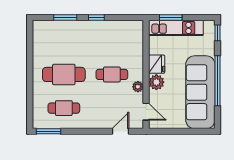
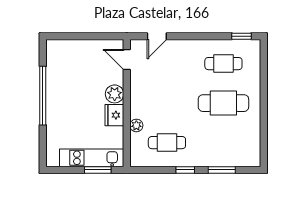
window: (218, 33) -> (43, 152), removed
cafe table: (112, 74) -> (167, 143), moved
plant: (138, 87) -> (136, 125), moved
sofa: (200, 92) -> (63, 82), removed
window: (48, 131) -> (242, 36), width x0.67

